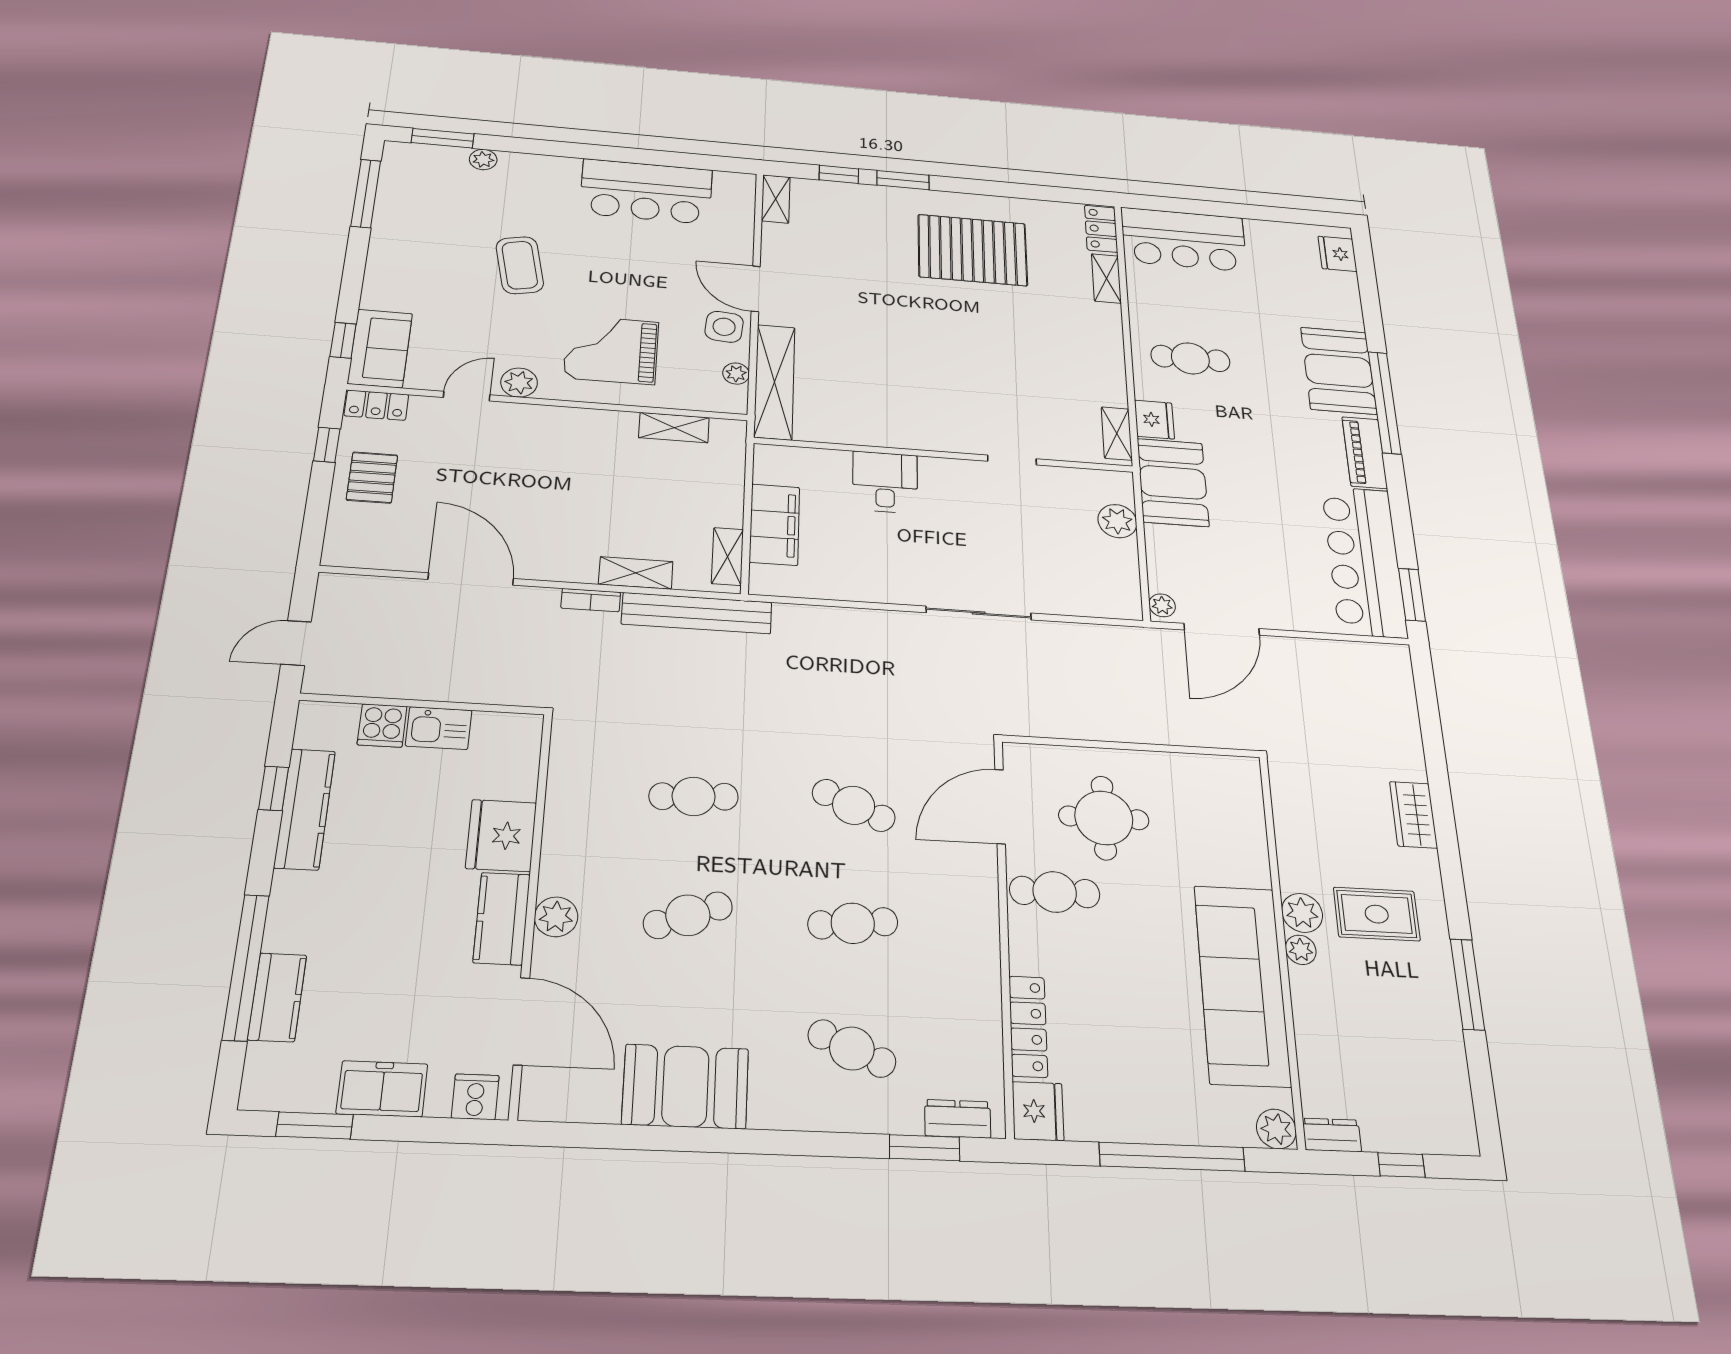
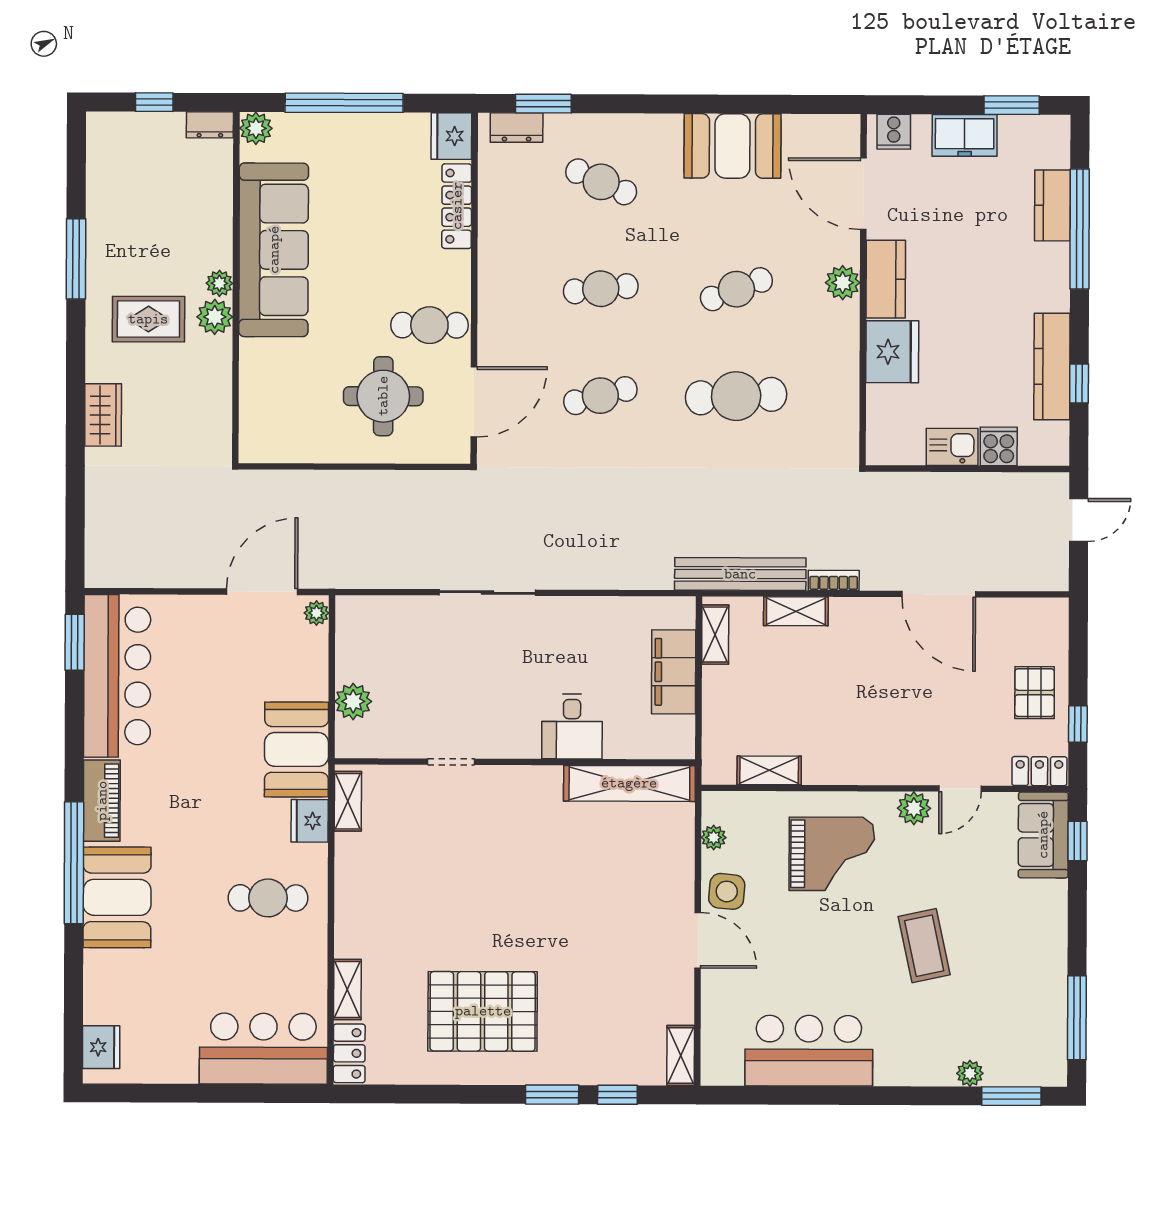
shelving: (775, 382) -> (629, 783), moved, turned 90
cafe table: (694, 796) -> (736, 396), width x1.37, depth x1.35
cafe table: (854, 805) -> (600, 396), turned -39

